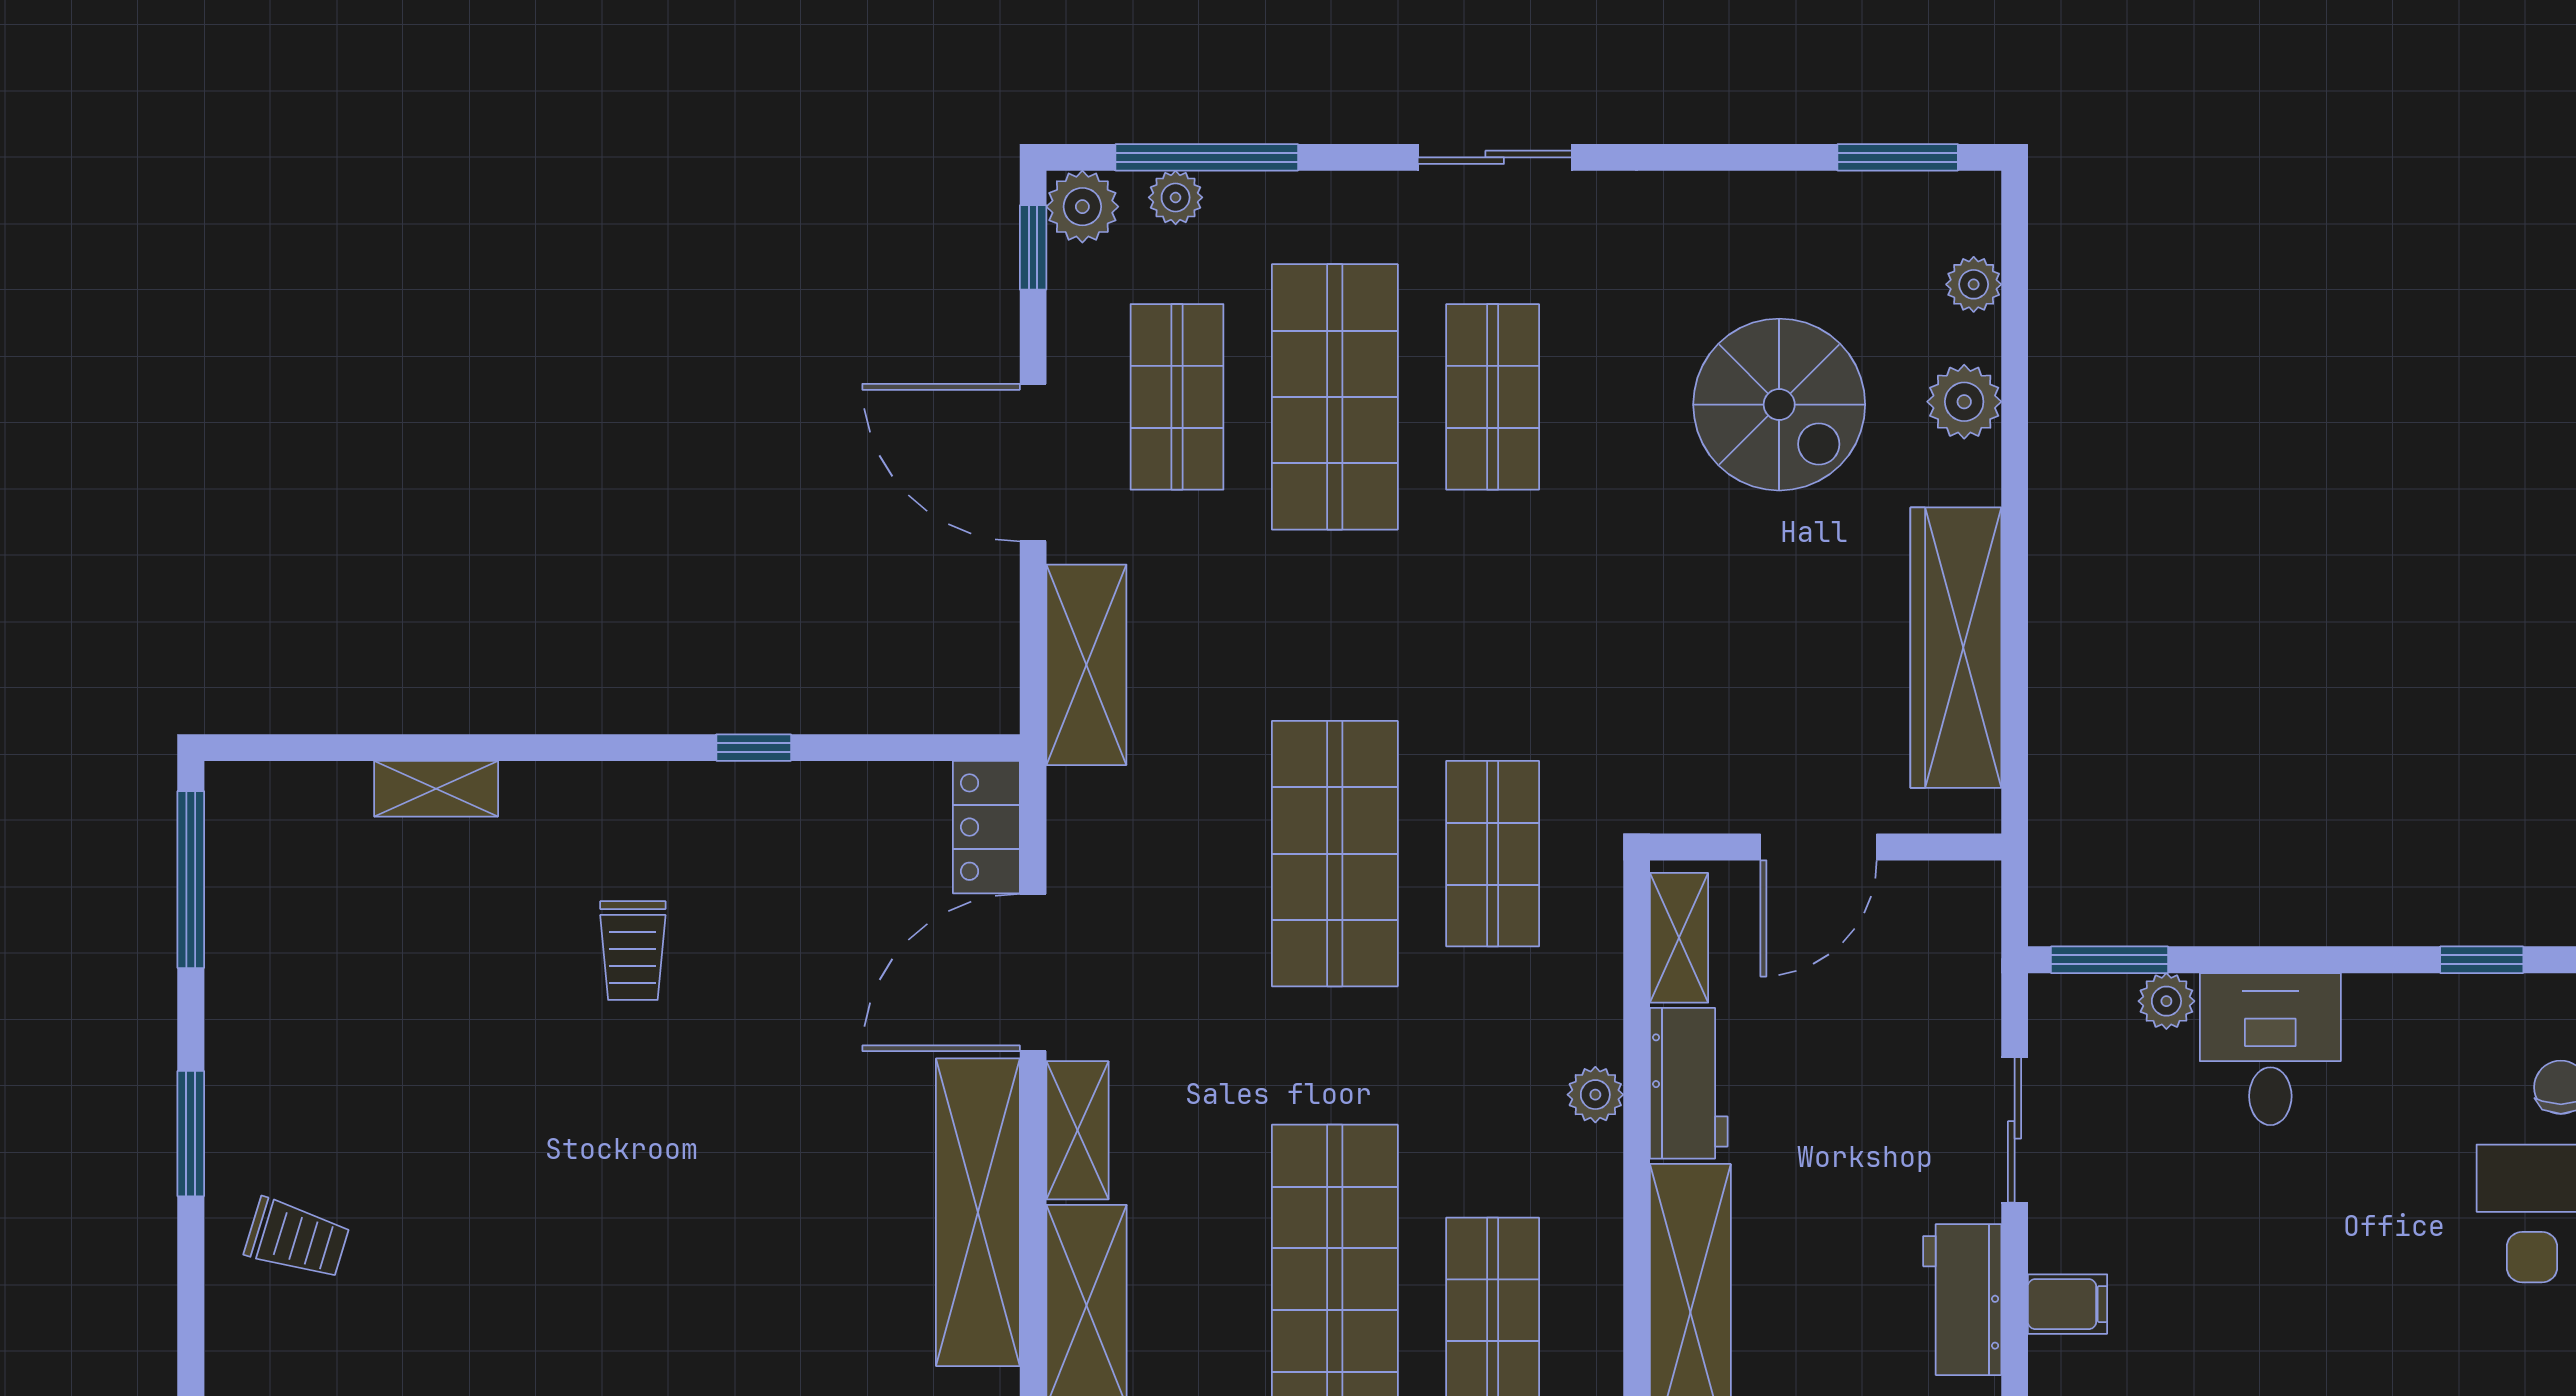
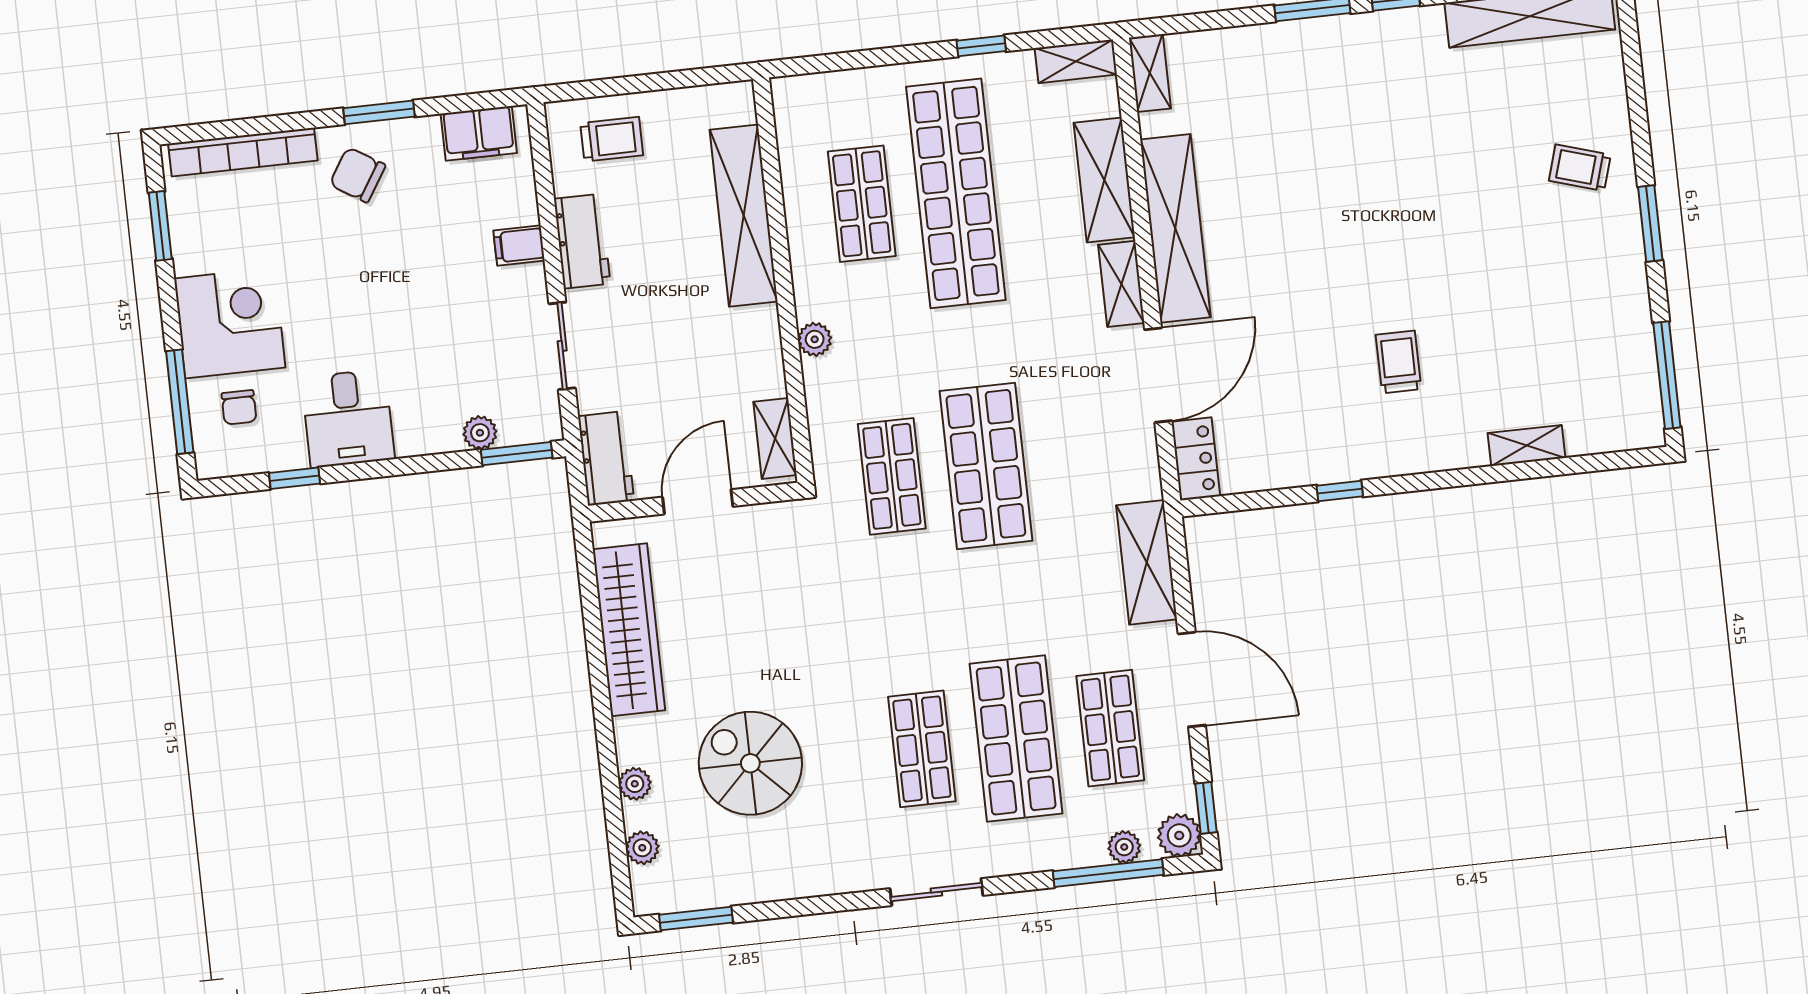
plant: (1964, 402) -> (635, 784), width x0.73, depth x0.73
desk: (2270, 1049) -> (348, 418), moved
workbench: (1689, 1083) -> (606, 458), moved, turned 180

